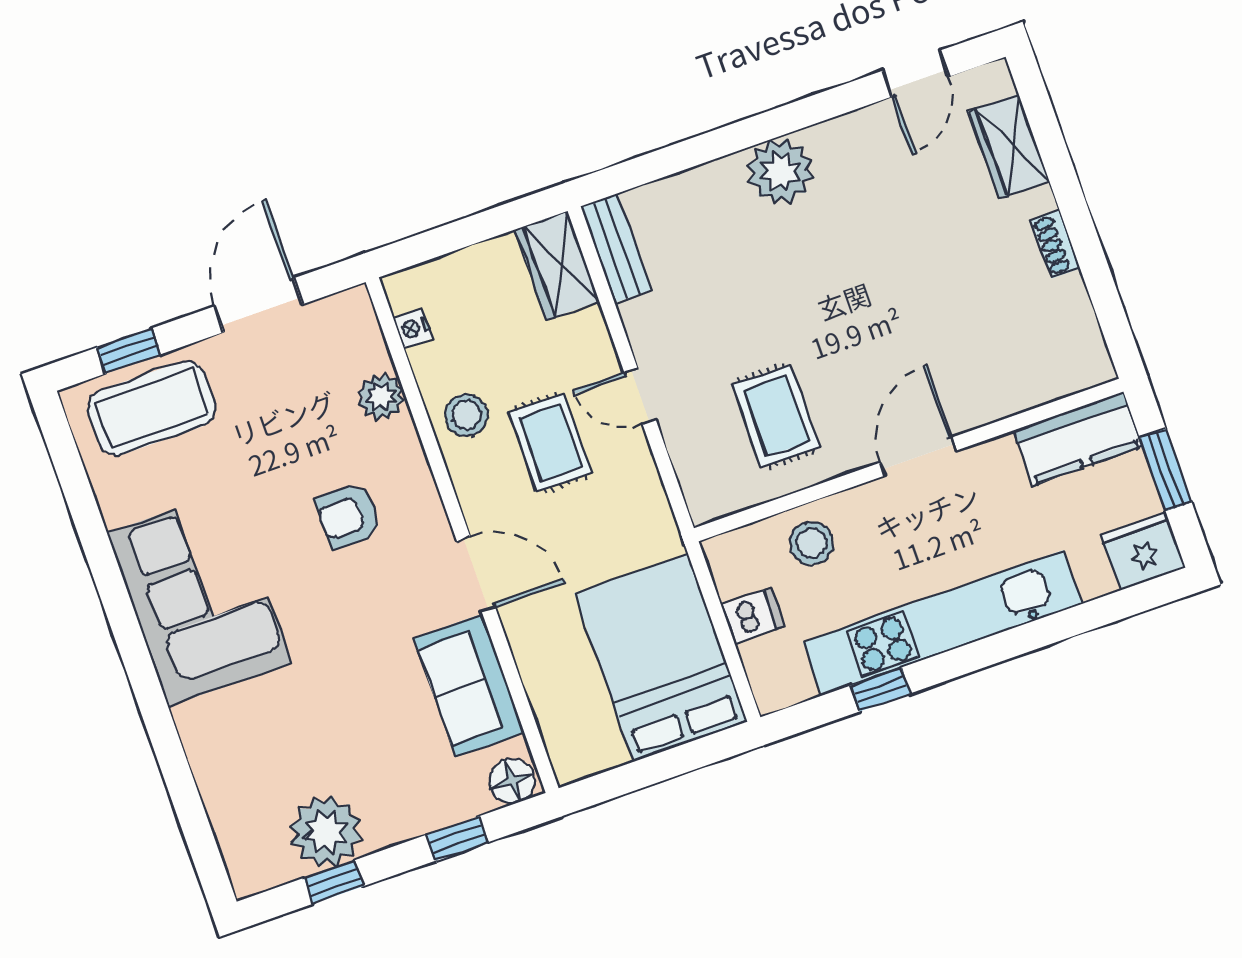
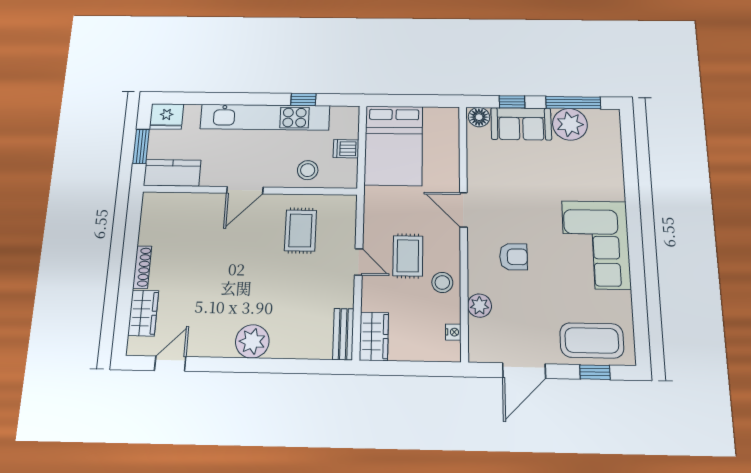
shoe rack: (1056, 244) -> (142, 267), width x1.43
sofa: (469, 685) -> (521, 124), moved, turned 90
window: (334, 882) -> (573, 103), width x2.17

